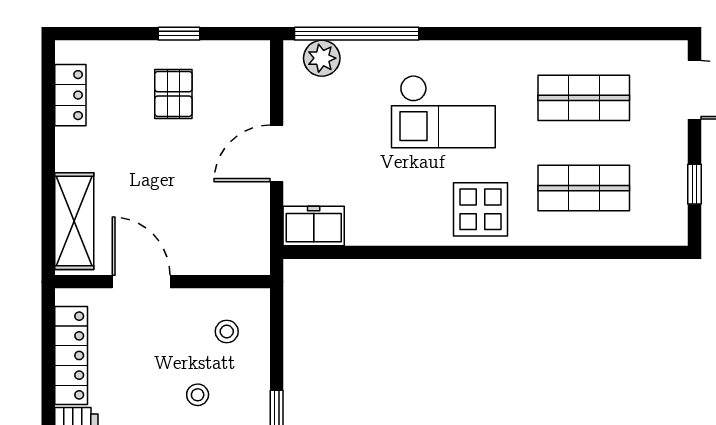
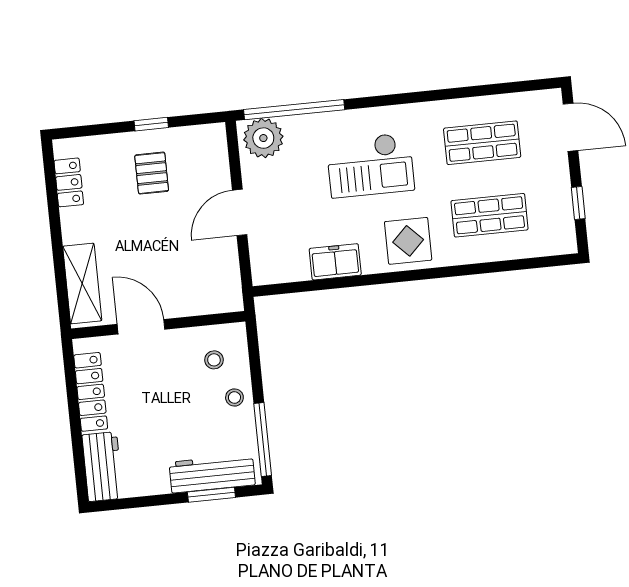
plant: (322, 58) -> (263, 138), width x1.36, depth x1.36
freezer: (314, 226) -> (335, 262), moved
stool: (198, 395) -> (234, 398), moved

